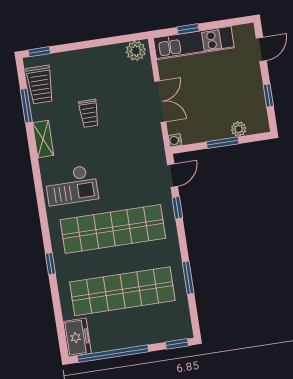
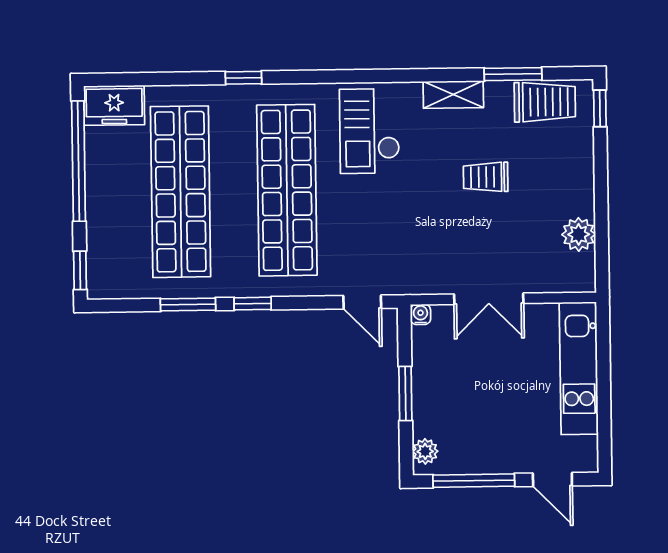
window: (188, 29) -> (603, 362), removed
plant: (136, 51) -> (579, 234), moved
trolley: (40, 85) -> (545, 102), turned 180
window: (268, 95) -> (474, 481), width x2.17
plant: (239, 129) -> (425, 451), moved
window: (177, 208) -> (253, 304), moved

